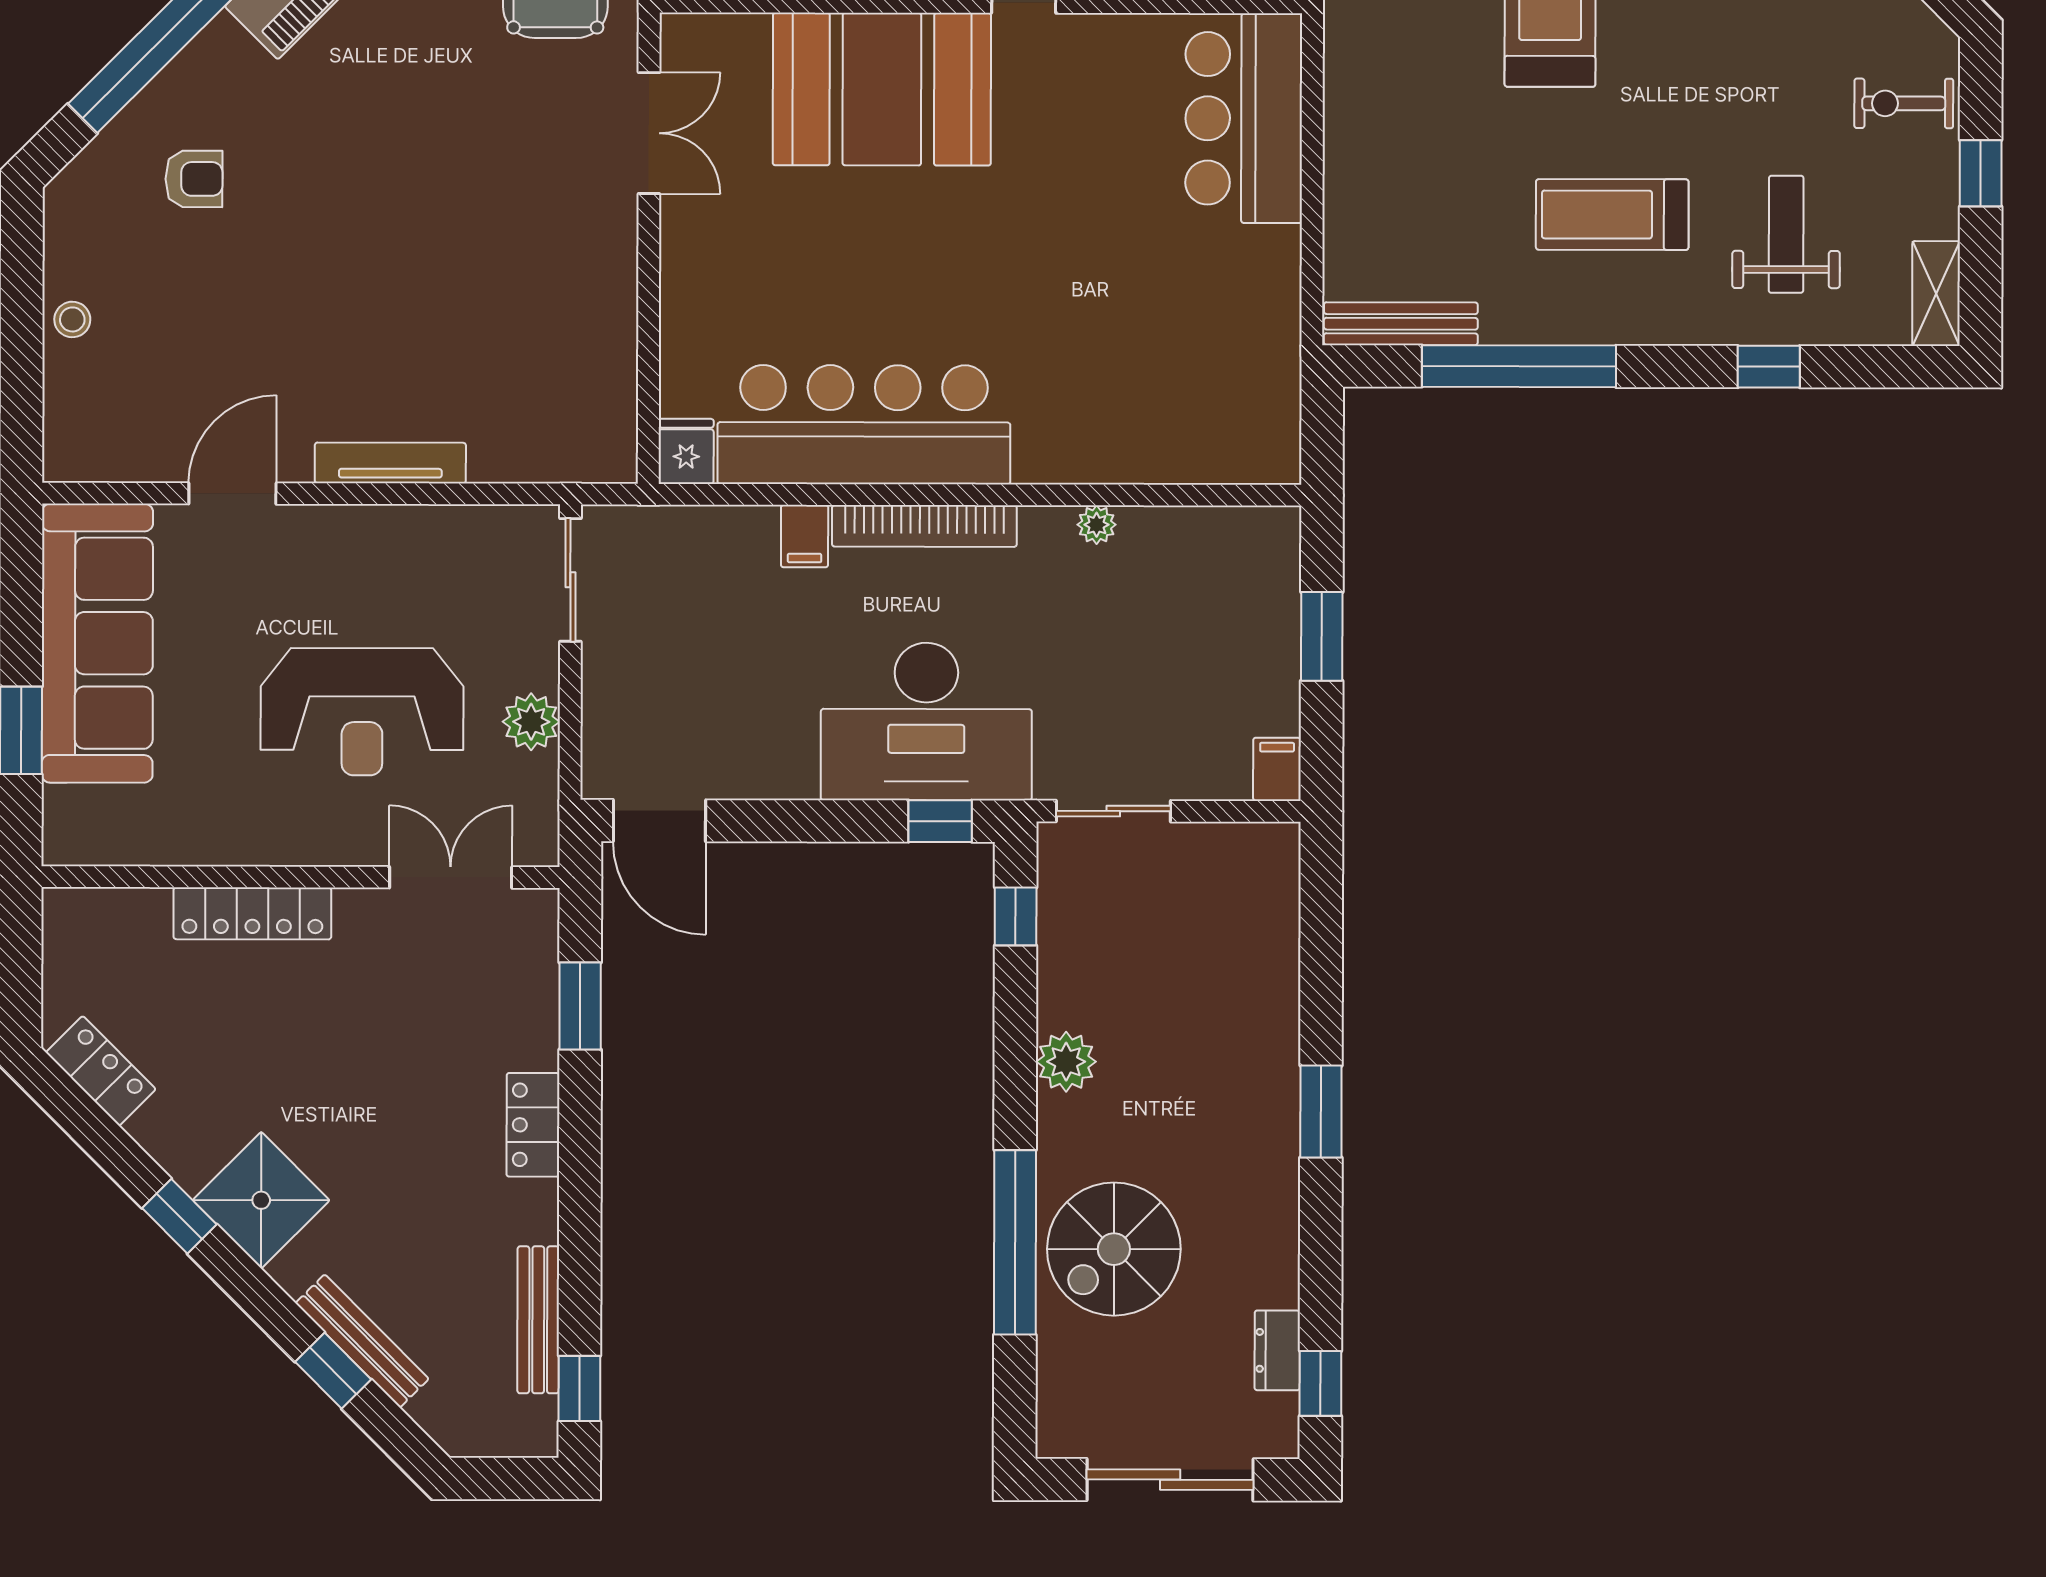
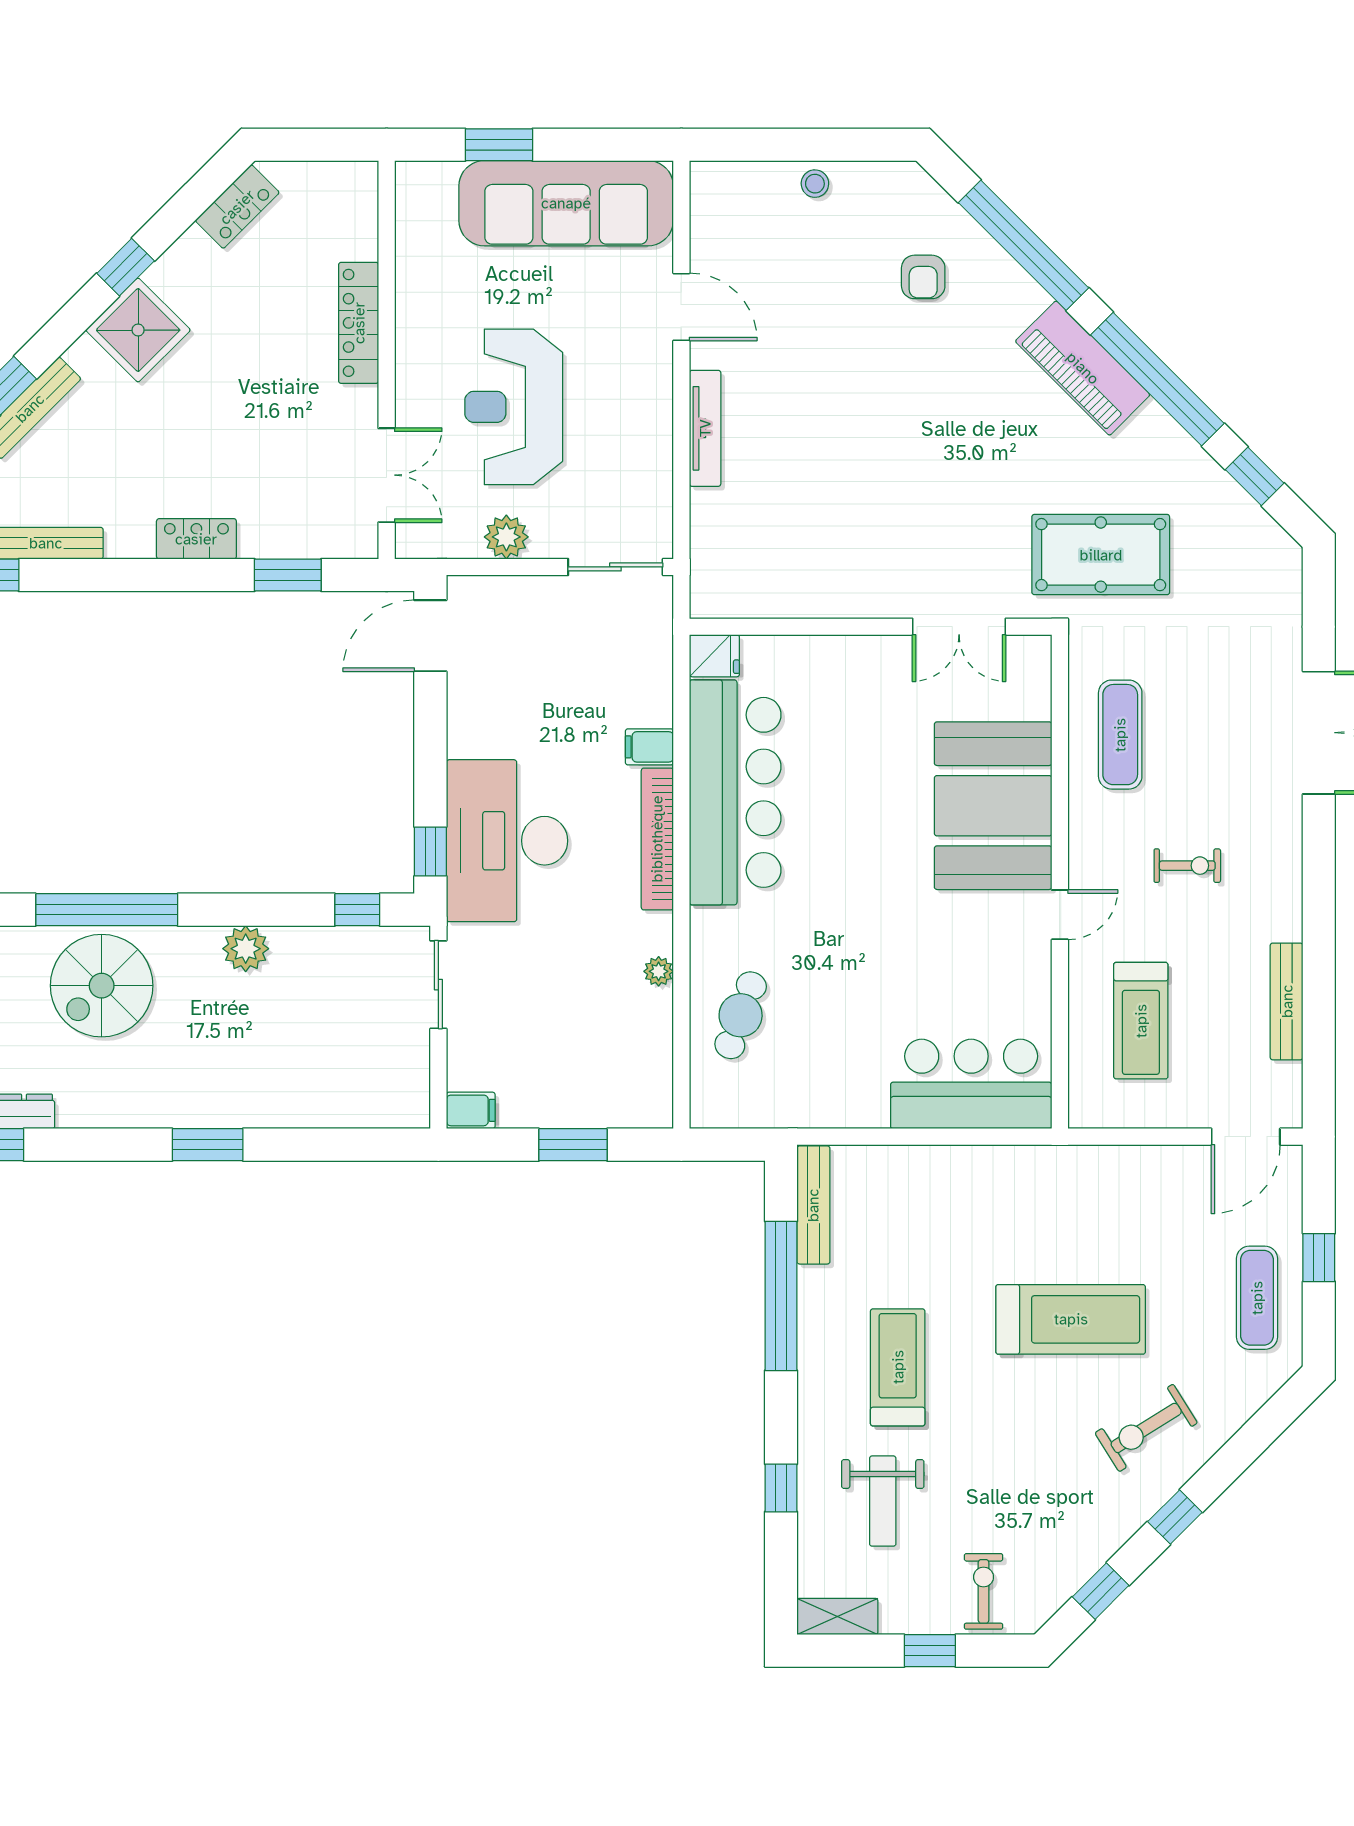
weight bench: (1786, 234) -> (883, 1501), turned 90
cafe table: (1154, 418) -> (741, 1015), added
spiral stairs: (1114, 1249) -> (102, 986), turned -90

